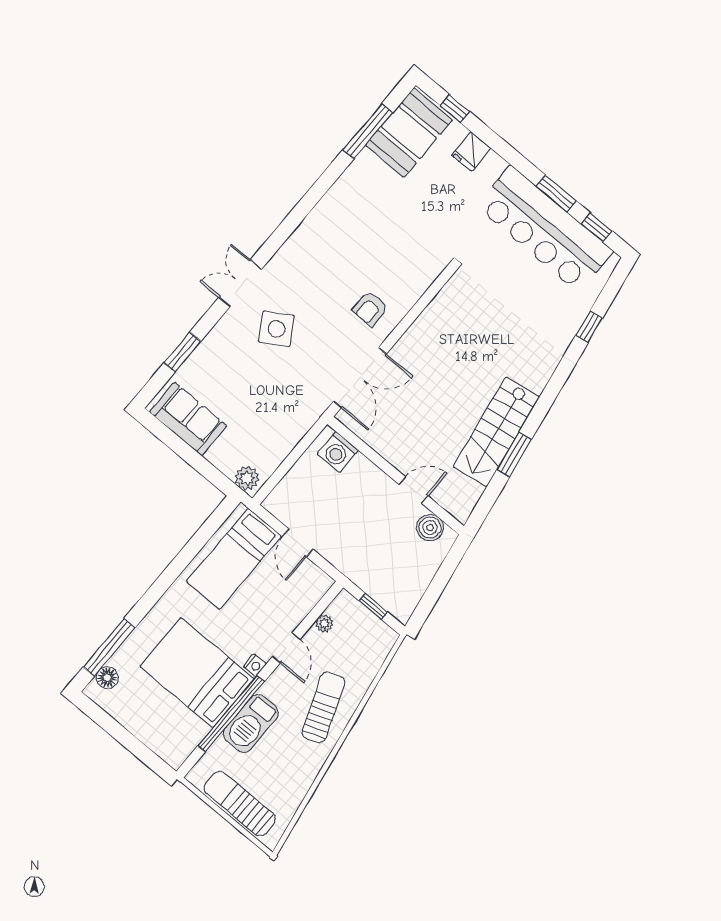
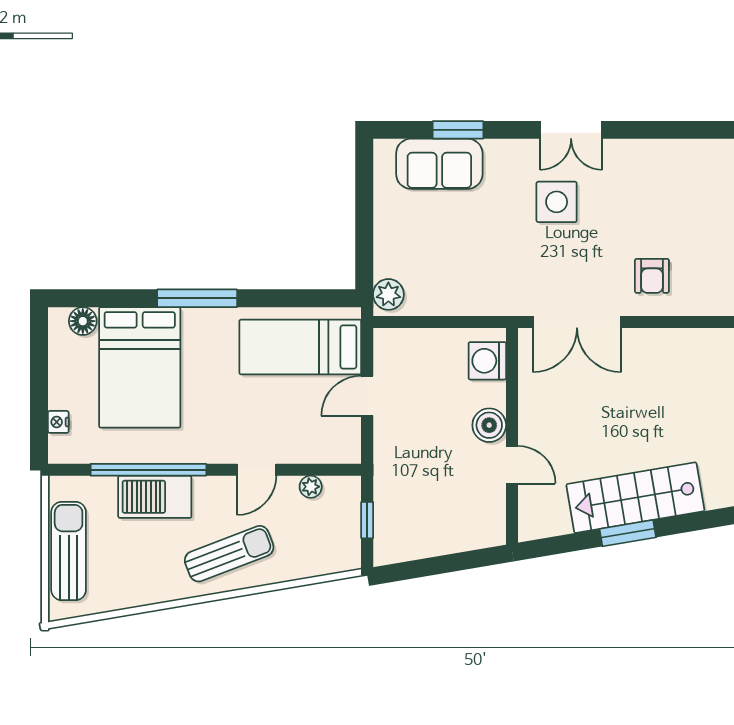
double door: (240, 283) -> (571, 130), swing flipped
armchair: (370, 309) -> (652, 276), turned -90
side table: (276, 329) -> (557, 202), turned 31
sofa: (188, 419) -> (439, 164), moved, turned 90
boiler: (430, 528) -> (489, 425), moved
window: (109, 647) -> (197, 298), moved
nightstand: (255, 665) -> (58, 422), moved, turned 90
bed: (197, 673) -> (140, 367), moved, turned 180

